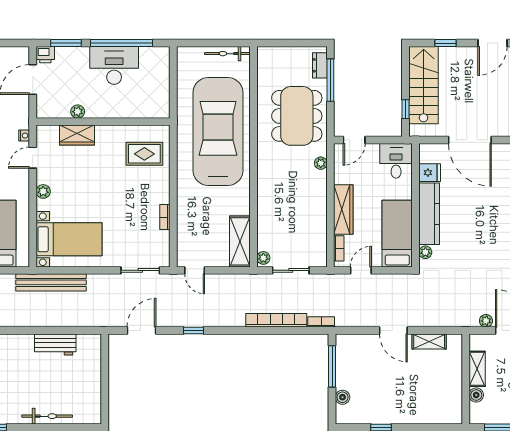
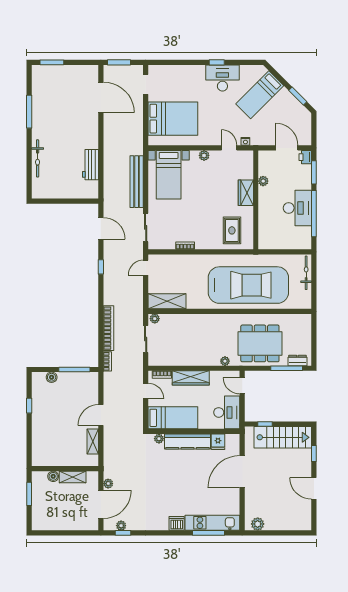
bicycle: (227, 54) -> (306, 273), moved
wardrobe: (77, 135) -> (246, 193), moved
desk: (396, 161) -> (227, 412), width x1.37
bench: (51, 282) -> (137, 182), moved

